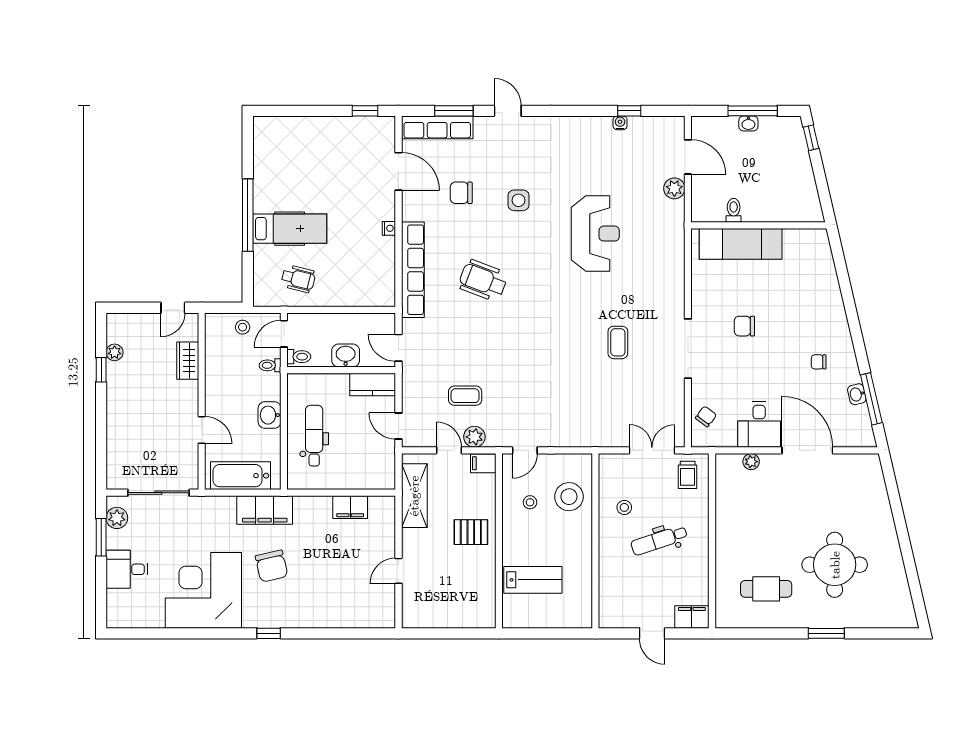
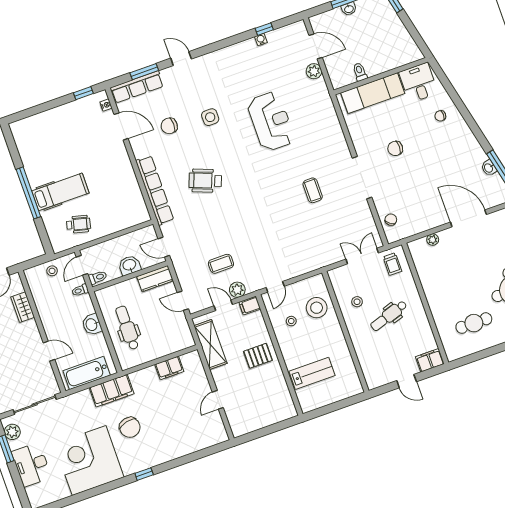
nightstand: (389, 228) -> (106, 105), moved
chair: (819, 362) -> (440, 116), moved
desk: (759, 424) -> (419, 83), moved, turned 180
desk: (127, 569) -> (32, 465), width x1.37

